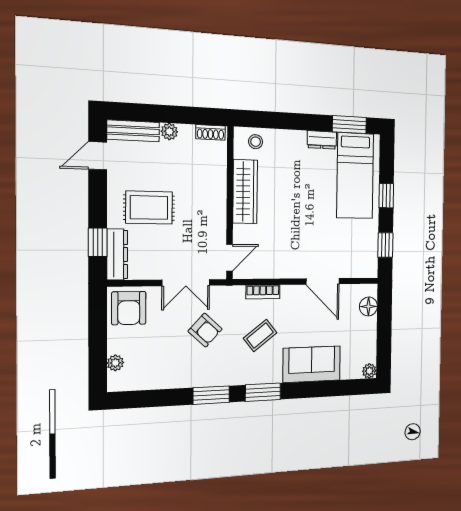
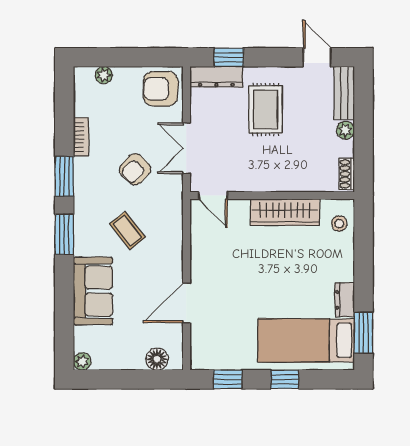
bookcase: (263, 292) -> (81, 137), moved, turned 180

